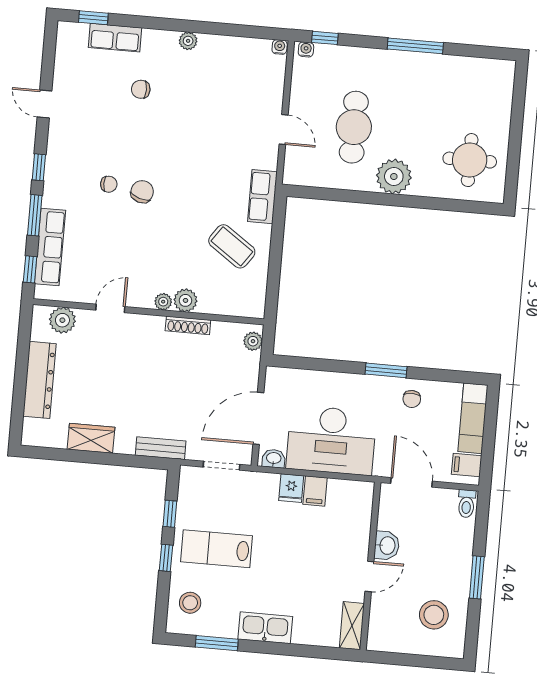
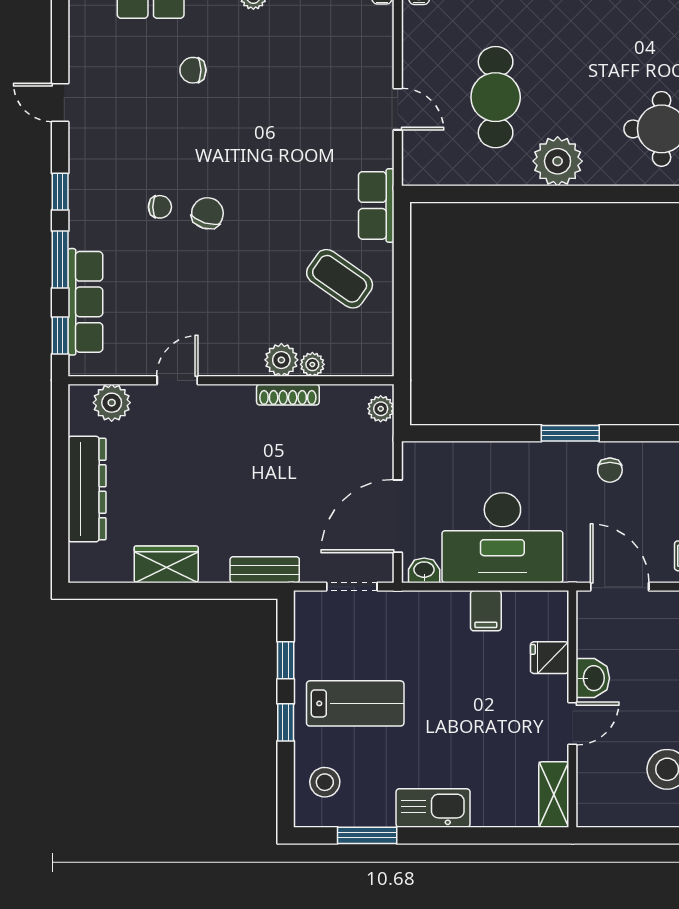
plant: (163, 302) -> (312, 364), moved
fridge: (291, 488) -> (550, 658), moved, turned 90
lab bench: (217, 549) -> (355, 703), turned 180

